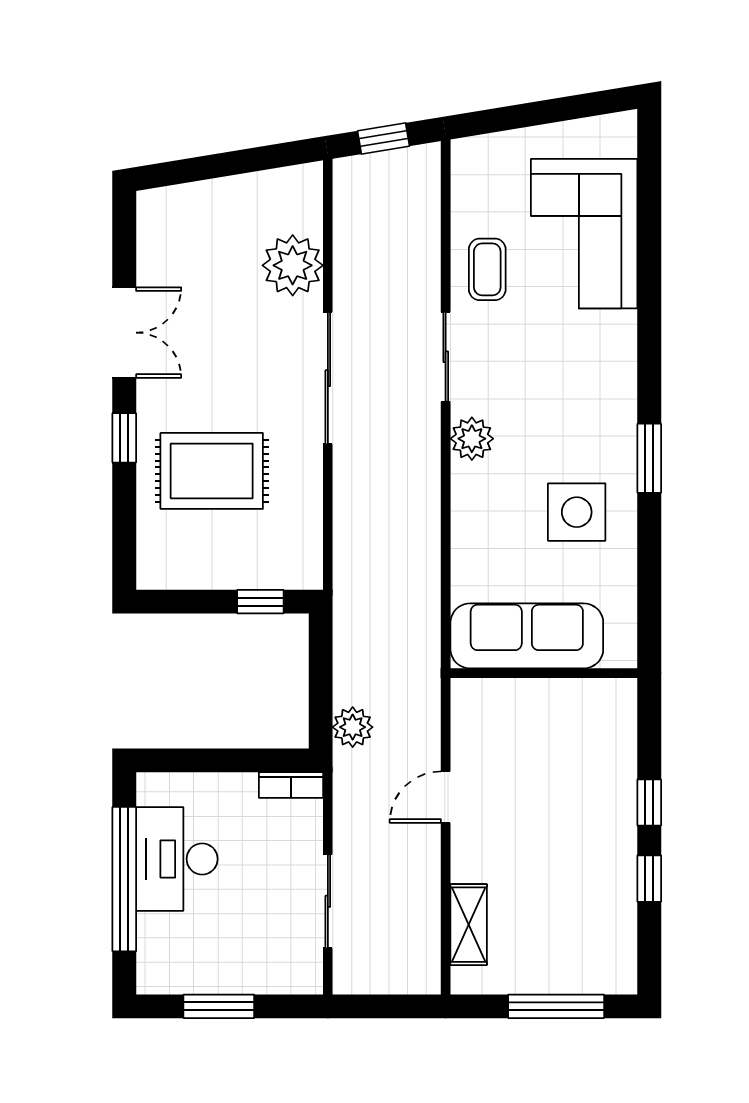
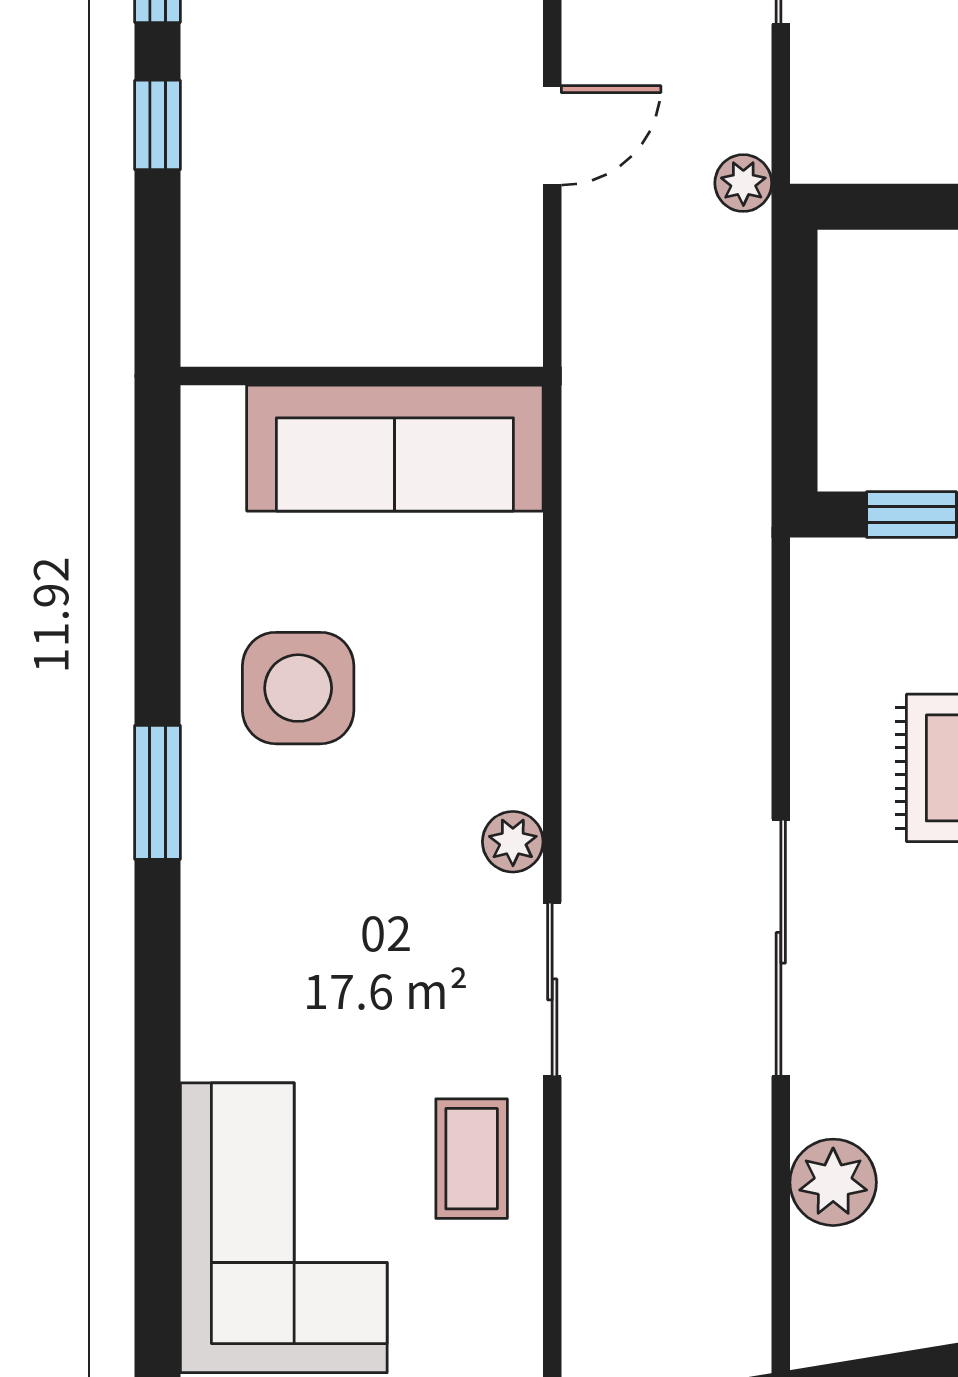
plant: (293, 265) -> (833, 1182), width x0.73, depth x0.73
plant: (472, 439) -> (513, 842), width x0.73, depth x0.73
plant: (353, 727) -> (743, 183), moved, width x0.73, depth x0.73
bookcase: (291, 785) -> (852, 159), removed

